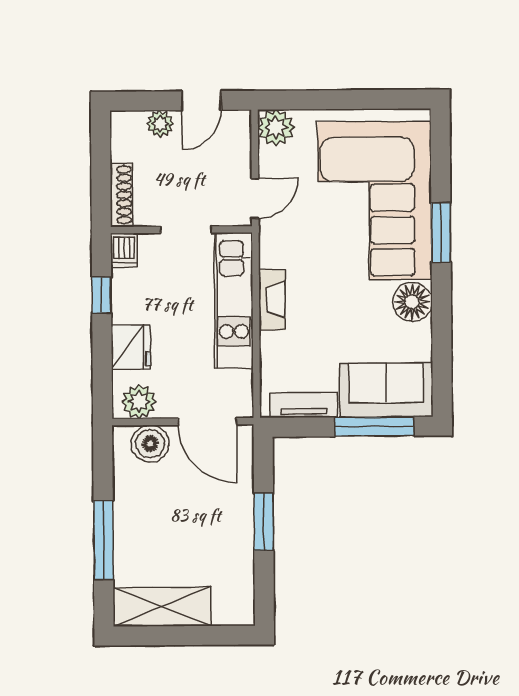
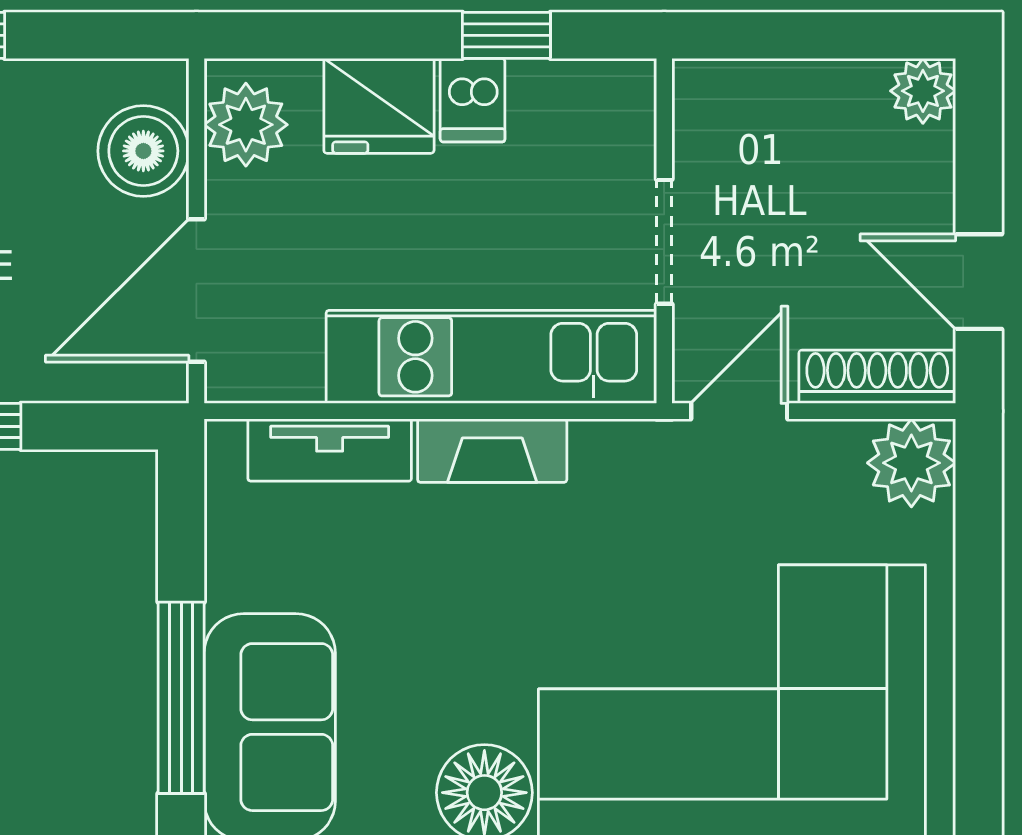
plant: (160, 124) -> (923, 91), moved
shoe rack: (121, 195) -> (877, 377), moved, turned 180
door: (255, 198) -> (739, 411), swing flipped
dishwasher: (124, 250) -> (473, 100), moved, turned -90
tv unit: (304, 405) -> (330, 450), moved, turned 90

